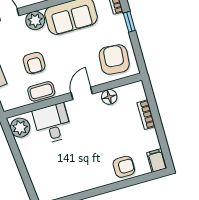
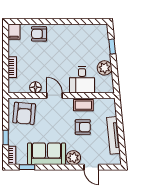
armchair: (34, 63) -> (83, 127), turned 90
door: (82, 93) -> (54, 95), swing flipped
plant: (20, 128) -> (105, 68), moved
window: (25, 177) -> (112, 47), added

